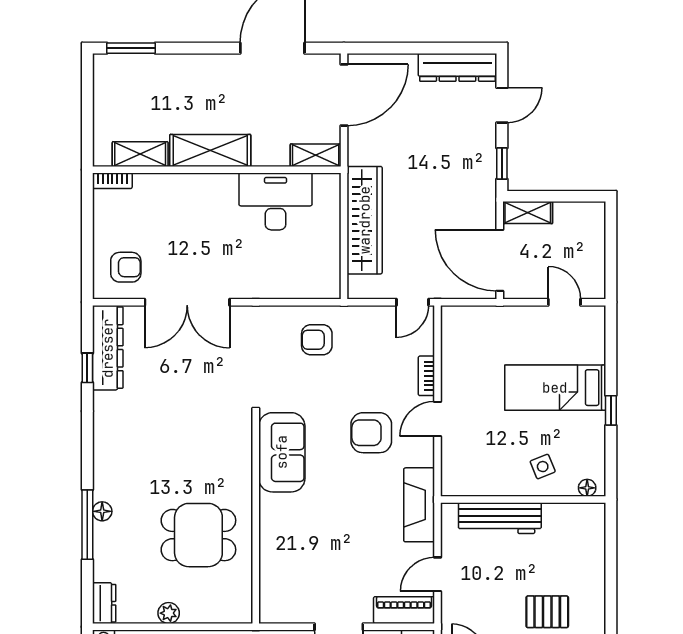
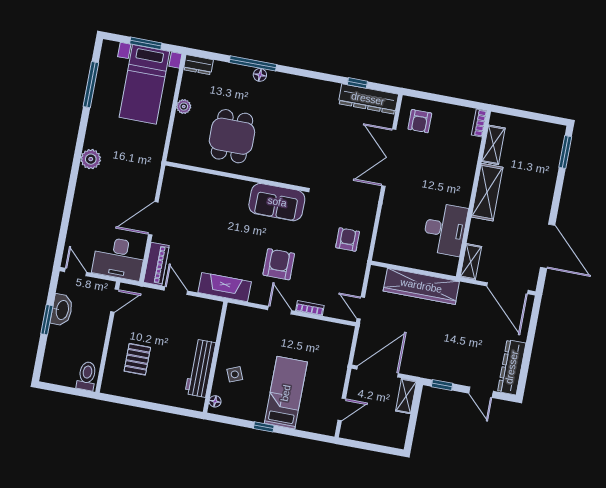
workbench: (500, 518) -> (200, 368), moved

